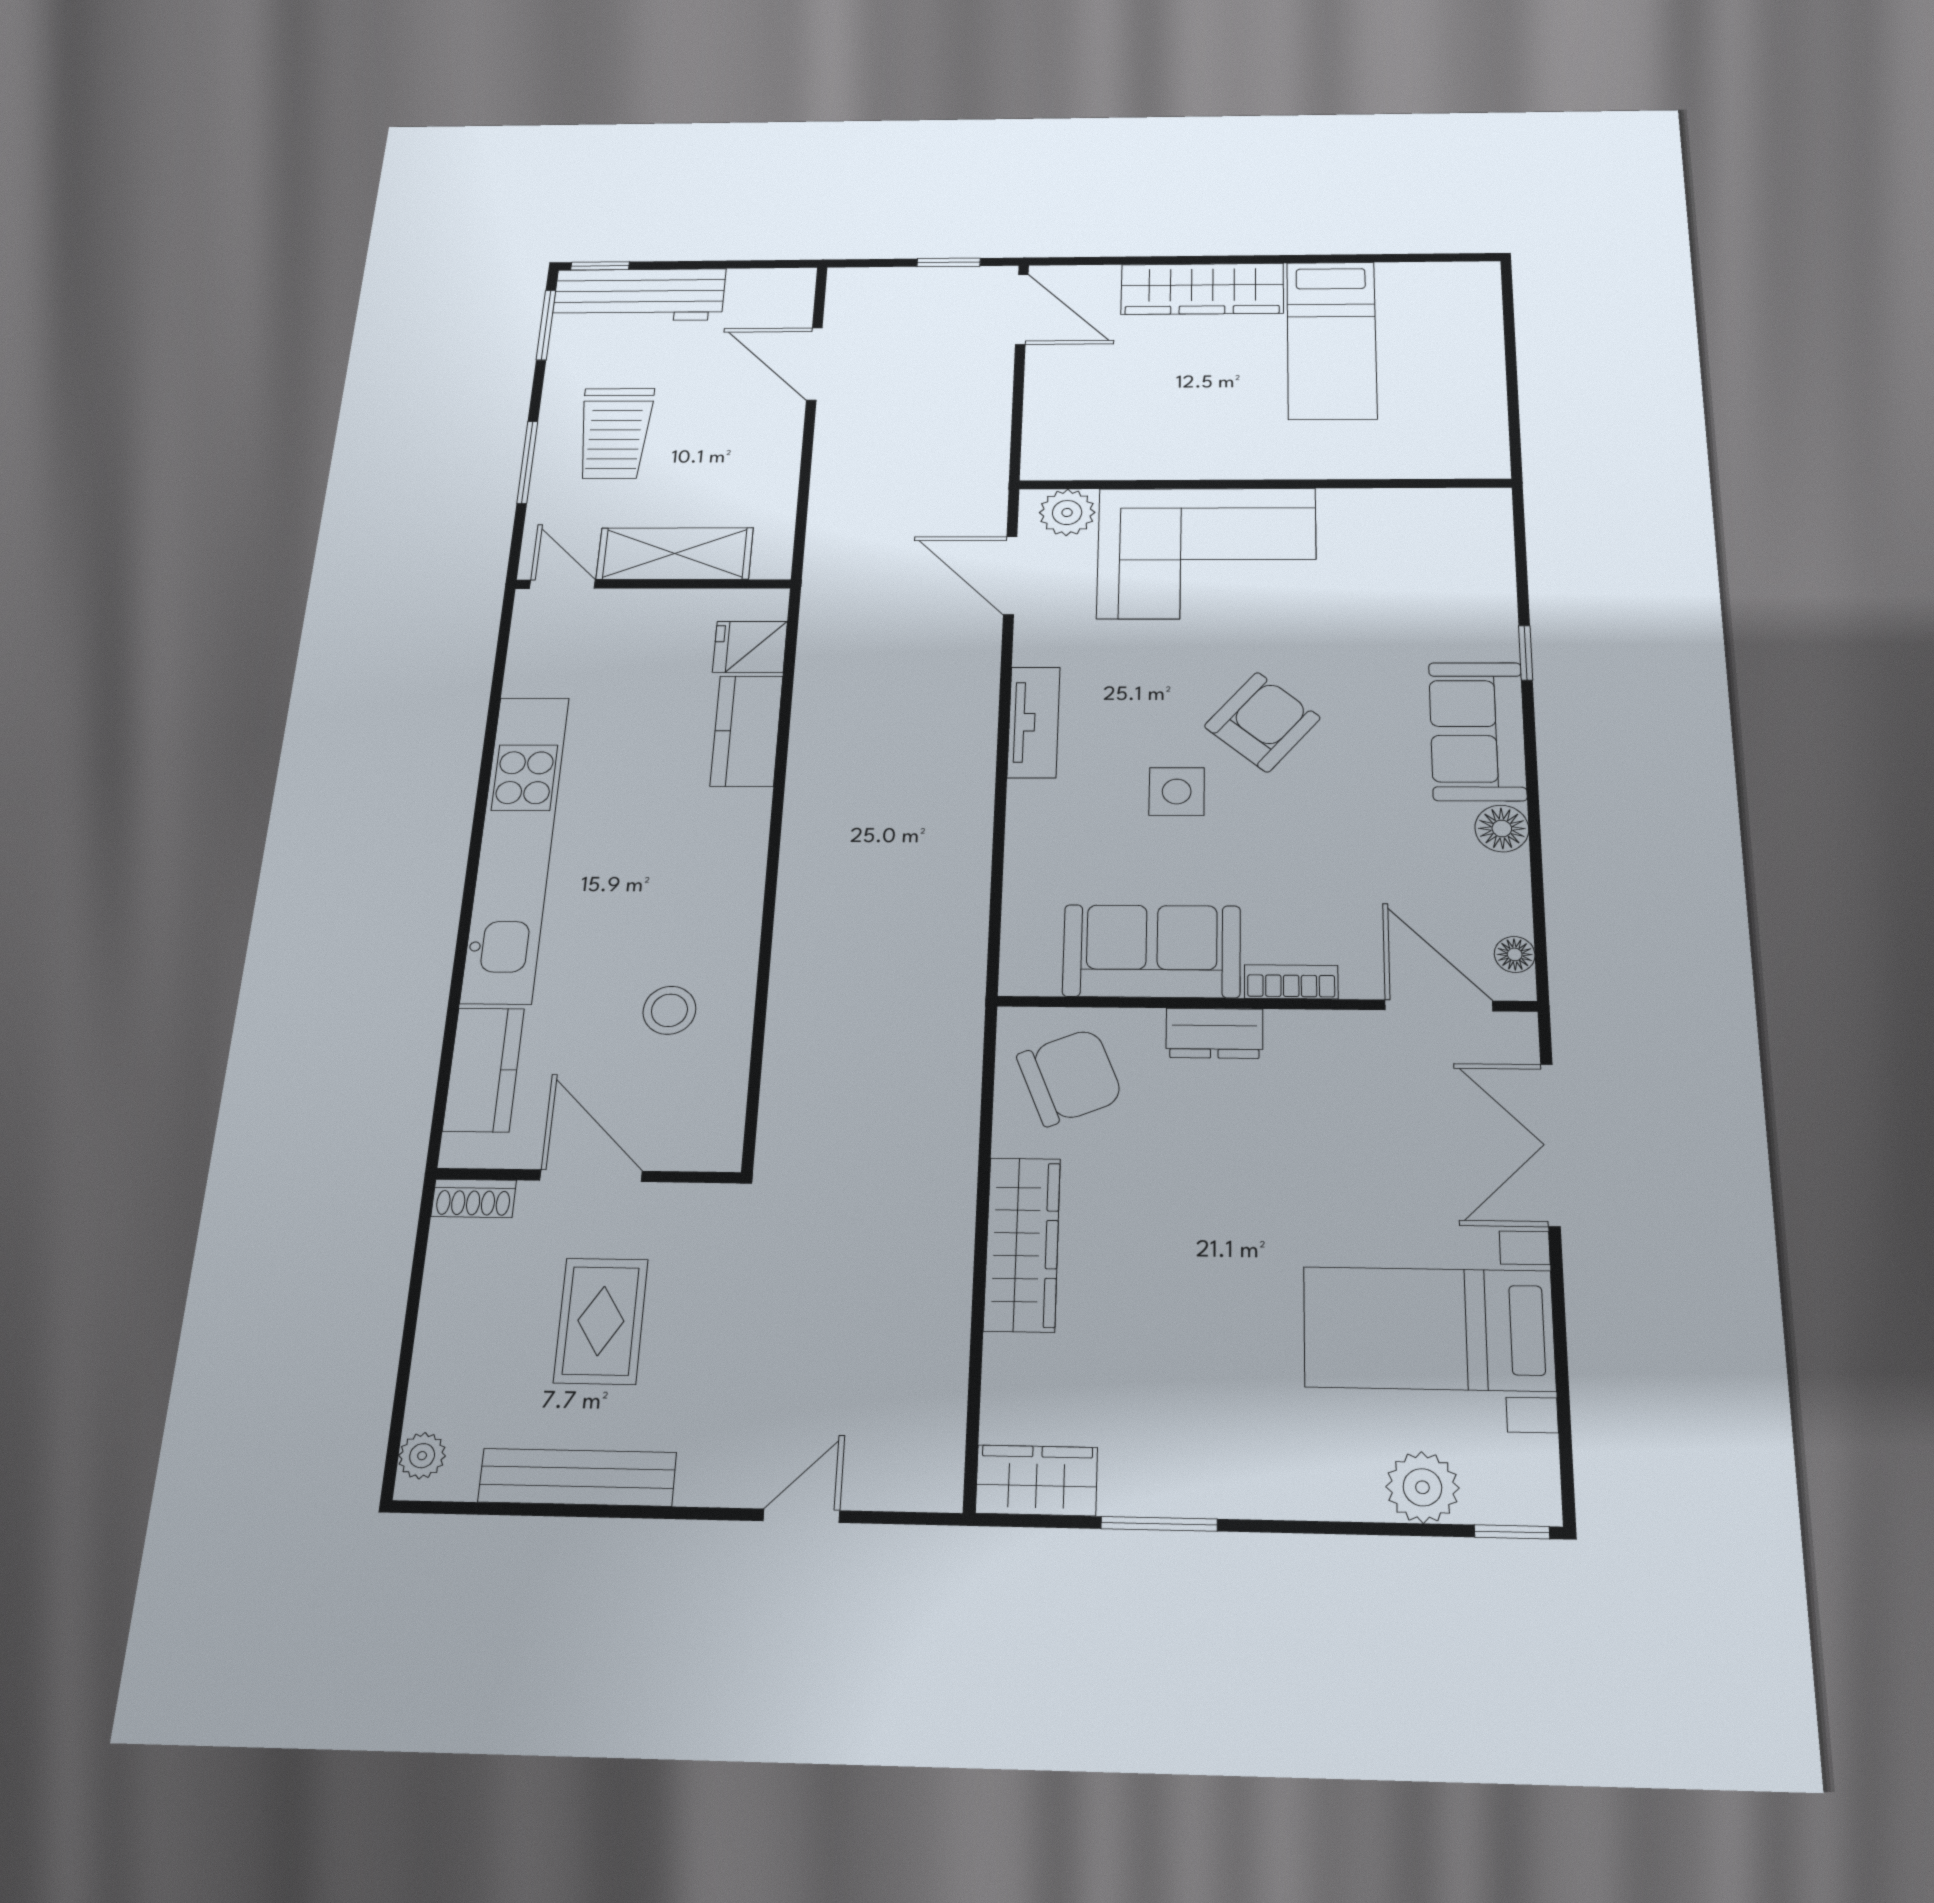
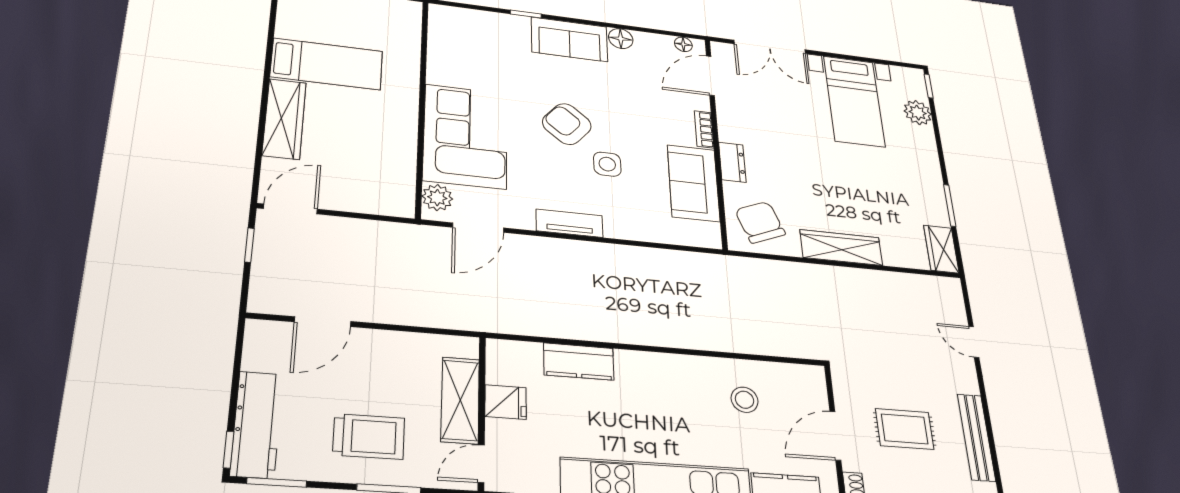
fridge: (750, 647) -> (506, 402), moved, turned -90

